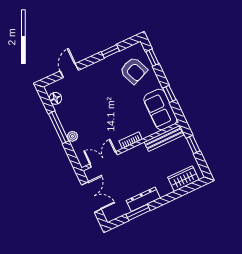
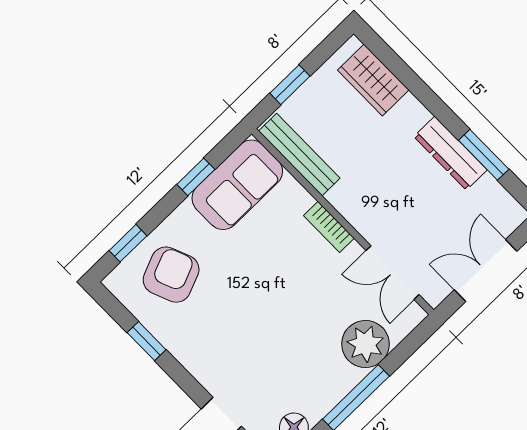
plant: (72, 136) -> (365, 344), width x1.88, depth x1.88

